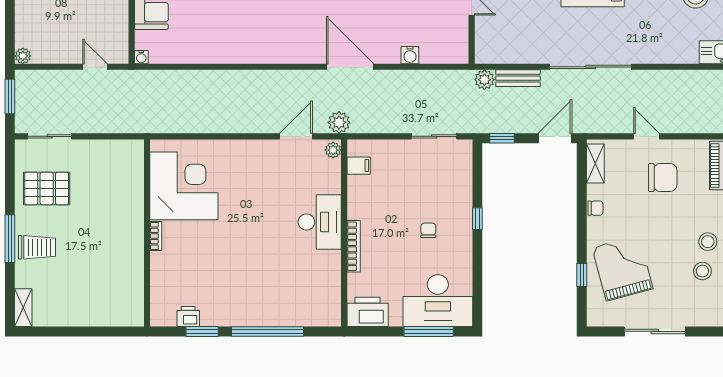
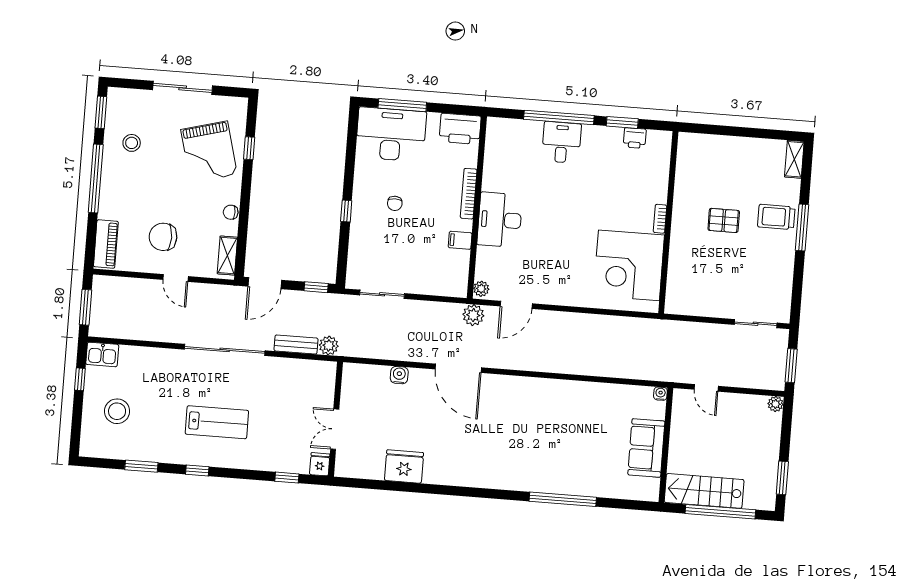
filing cabinet: (359, 166) -> (460, 240), moved
pallet: (47, 188) -> (724, 220), moved, width x0.67, depth x0.71
stool: (708, 242) -> (124, 171), removed
desk: (263, 306) -> (561, 142), added

